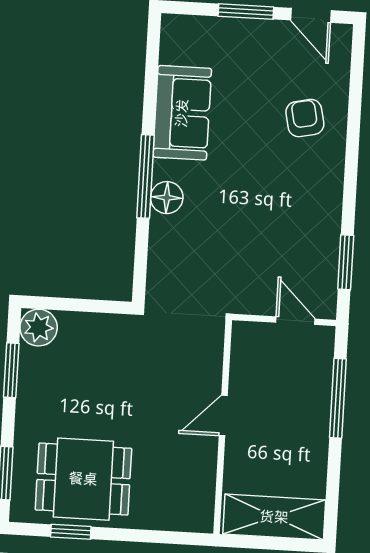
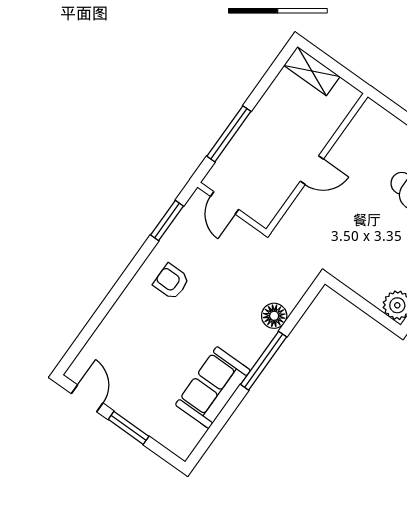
armchair: (305, 118) -> (171, 282), moved, turned 102
floor lamp: (167, 198) -> (274, 316), moved
shelving: (274, 517) -> (312, 71), width x0.67, depth x0.75

